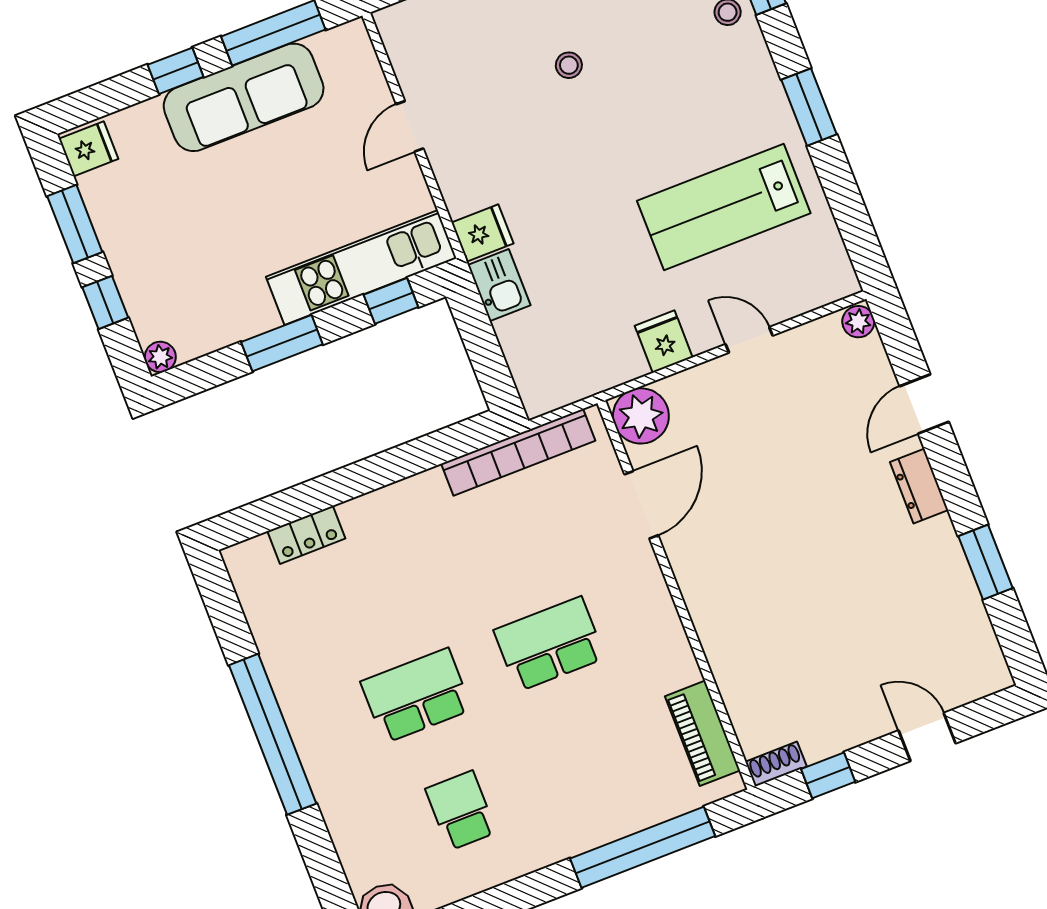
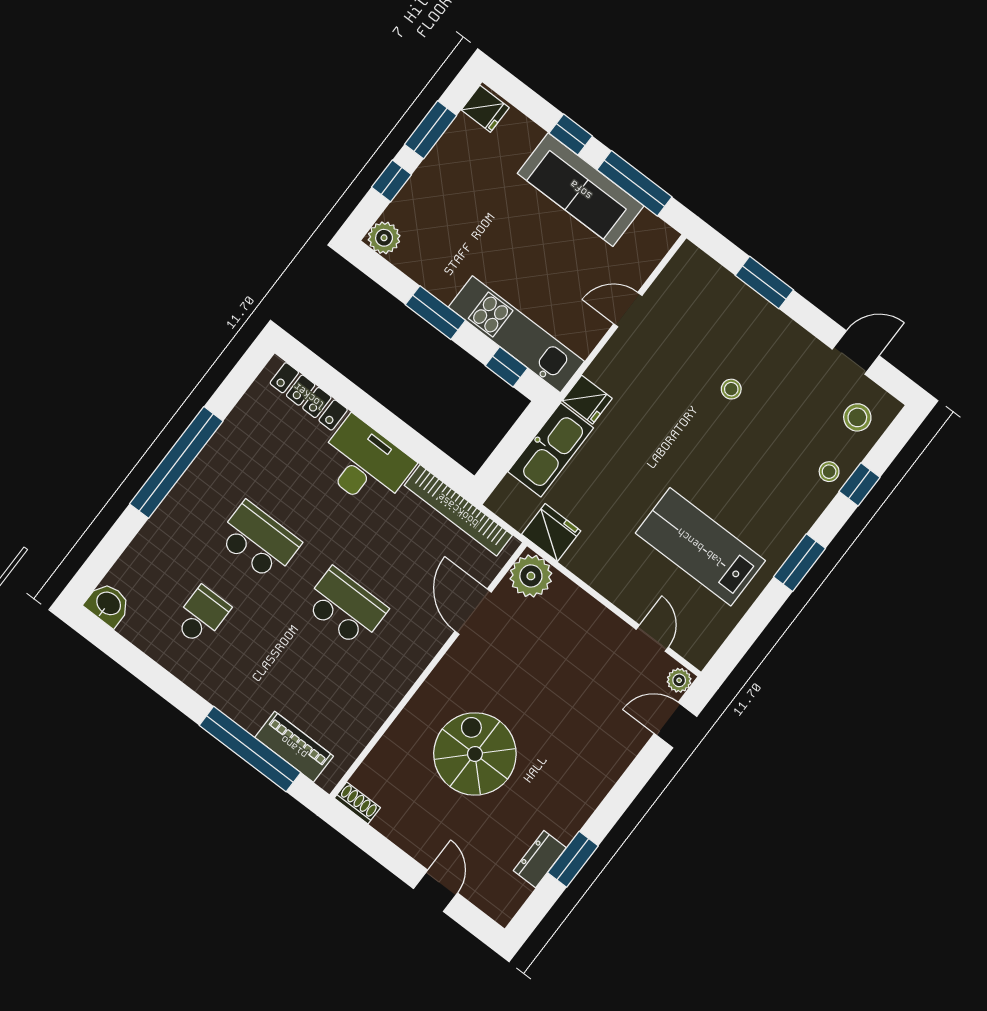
kitchen sink: (499, 285) -> (551, 450), width x1.87, depth x1.24
door: (749, 340) -> (652, 638), moved
fridge: (664, 342) -> (551, 533), moved, width x1.38
plant: (160, 357) -> (384, 238), width x1.38, depth x1.38
door: (924, 404) -> (675, 725), moved
dresser: (919, 486) -> (540, 859), moved
door: (641, 505) -> (473, 612), swing flipped
desk: (402, 525) -> (365, 464), added
locker: (306, 535) -> (309, 396), width x1.53
spiral stairs: (801, 600) -> (475, 754), added
piano: (703, 733) -> (294, 747), moved, turned 90
window: (828, 775) -> (371, 841), removed

